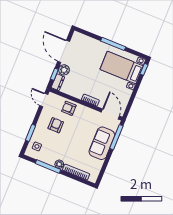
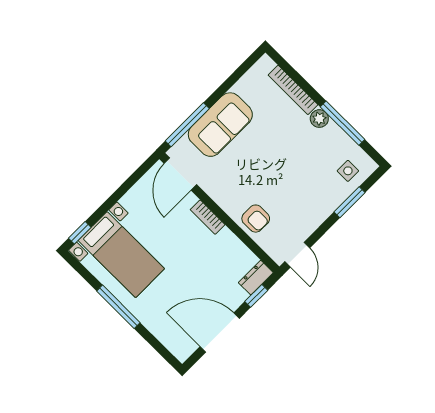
door: (64, 51) -> (220, 332), swing flipped
plant: (64, 70) -> (234, 296), removed
armchair: (56, 125) -> (294, 197), removed

